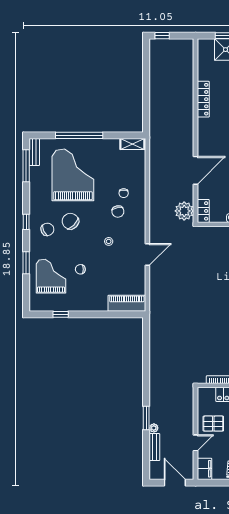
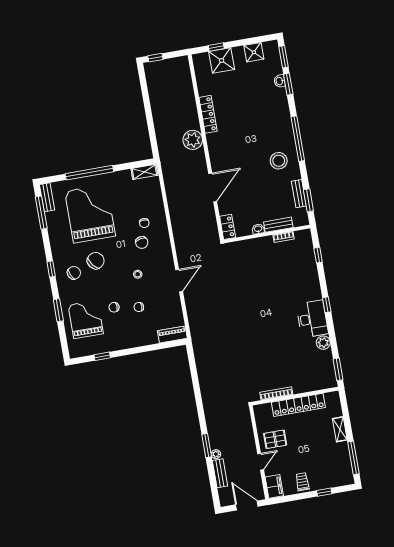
plant: (184, 211) -> (193, 140), moved
chair: (70, 221) -> (96, 261), turned 98
chair: (104, 273) -> (139, 307), added
piano: (127, 303) -> (172, 334), width x0.73, depth x0.75

